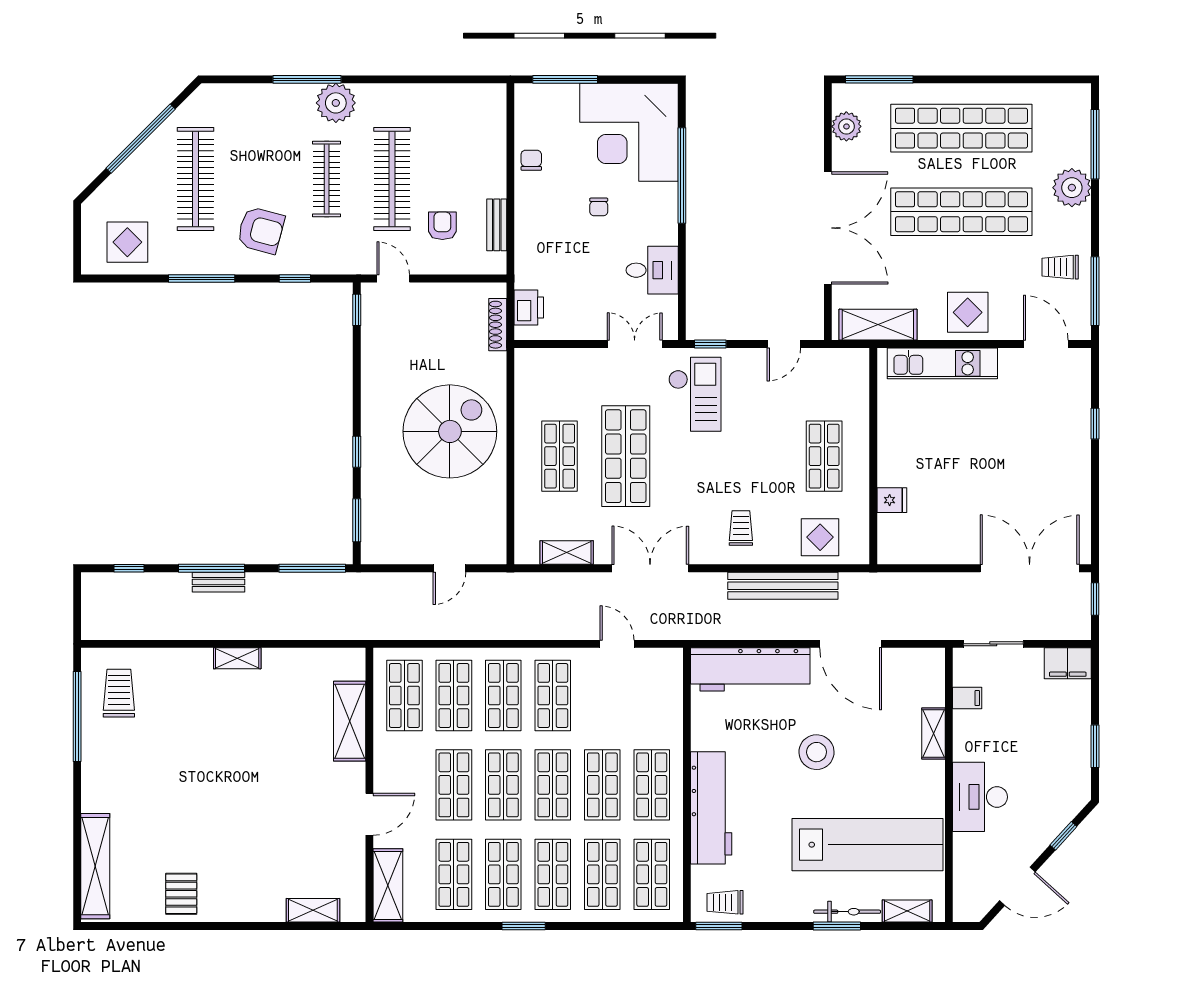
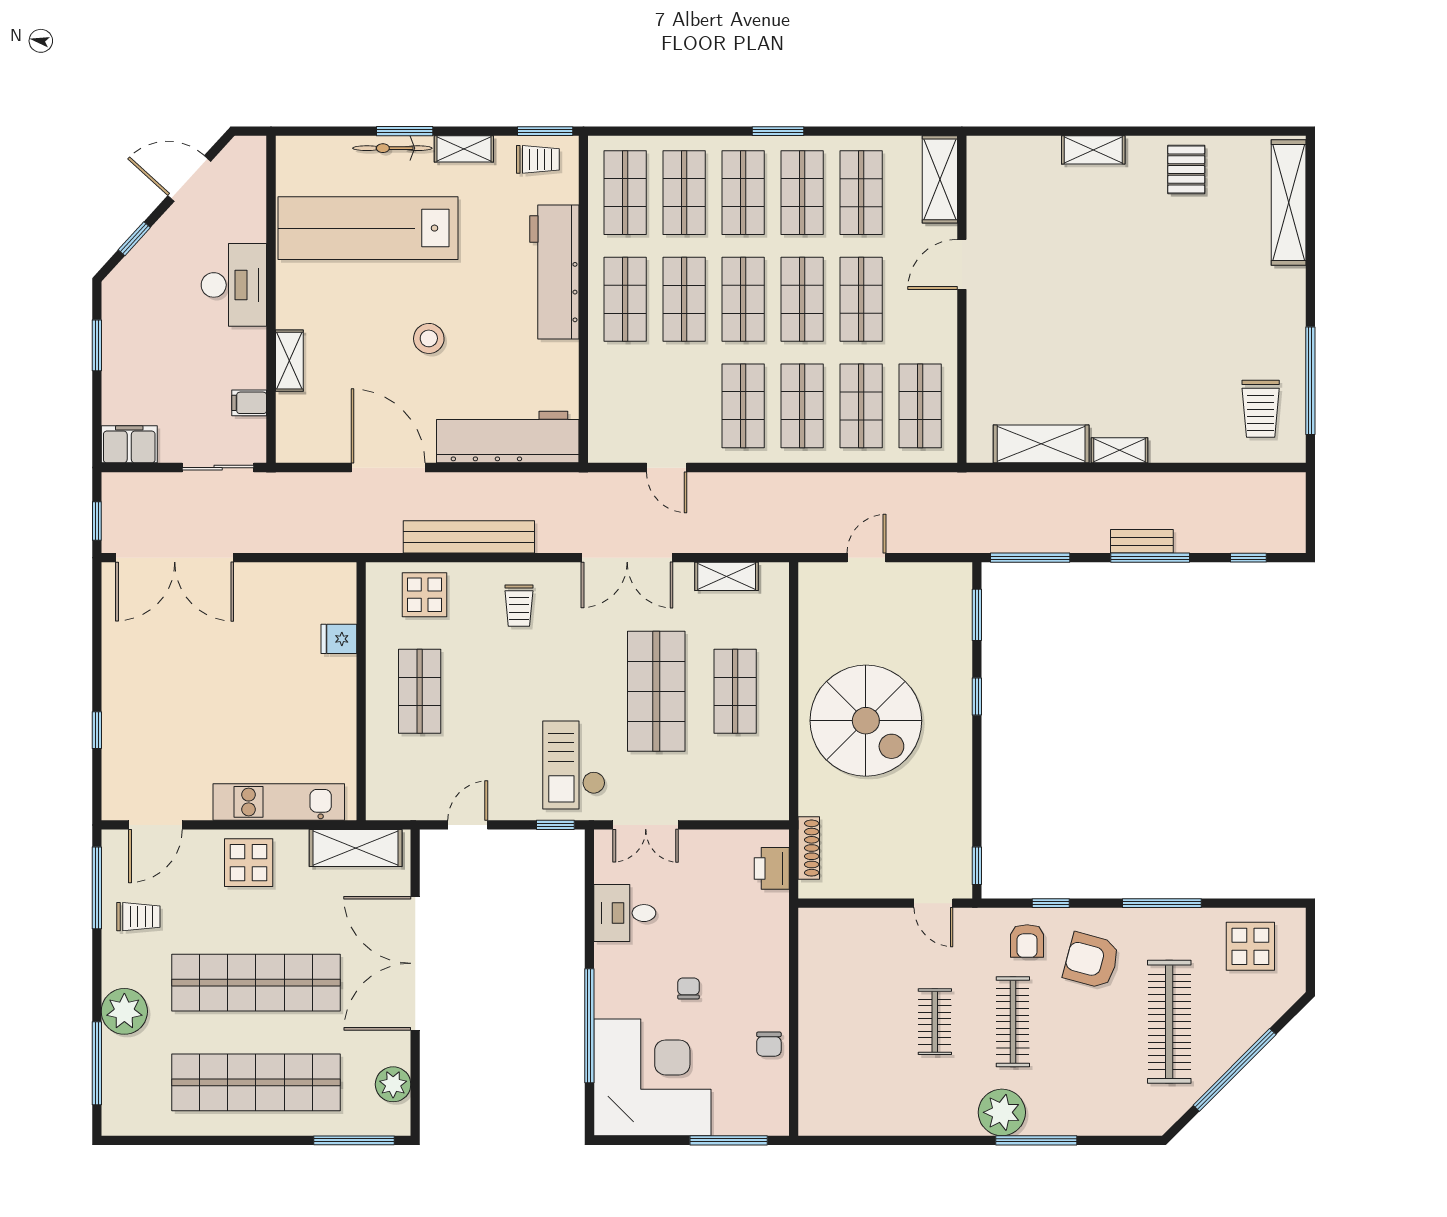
clothes rail: (392, 179) -> (935, 1022), width x0.54, depth x0.76
bench: (497, 225) -> (810, 967), removed
armchair: (442, 226) -> (1027, 941), moved
door: (1046, 344) -> (155, 825), hinge flipped
spiral stairs: (450, 431) -> (866, 721), turned -90
shelving: (350, 721) -> (1041, 444), moved, turned 90
stool: (817, 752) -> (429, 338), width x0.73, depth x0.73
shelving: (313, 910) -> (1093, 150), moved
shelving: (907, 911) -> (464, 149), moved

